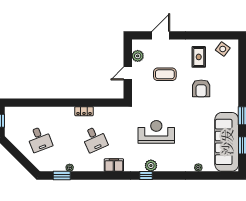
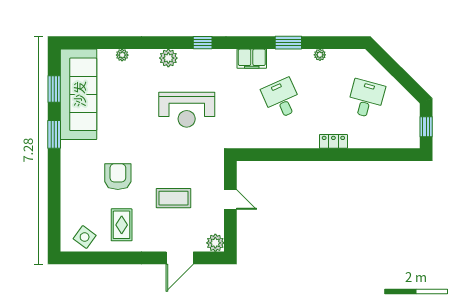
plant: (138, 56) -> (215, 243), moved
door: (128, 73) -> (230, 200), hinge flipped
locker: (84, 111) -> (333, 141), moved
desk: (40, 139) -> (366, 99), turned 36
plant: (151, 166) -> (168, 58), moved
window: (62, 176) -> (288, 43), moved

